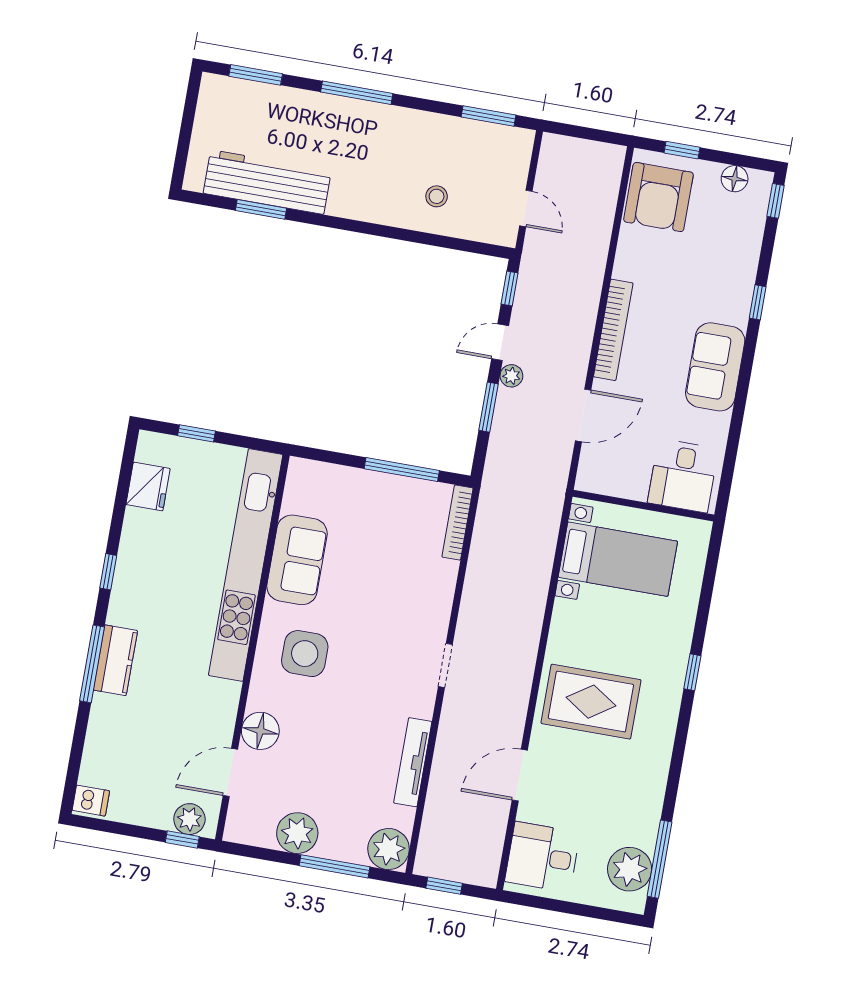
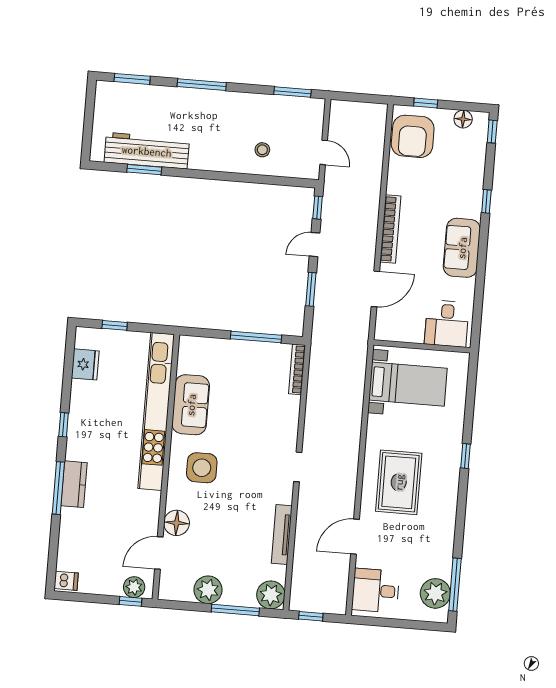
plant: (511, 376) -> (324, 267), removed
rug: (591, 702) -> (399, 482), turned 90

